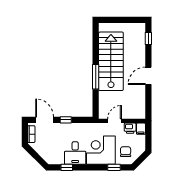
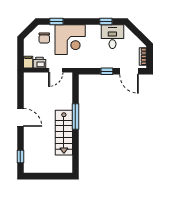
stairs: (111, 61) -> (64, 133), width x0.73, depth x0.66
door: (148, 76) -> (20, 117), hinge flipped
desk: (75, 153) -> (112, 37), moved

